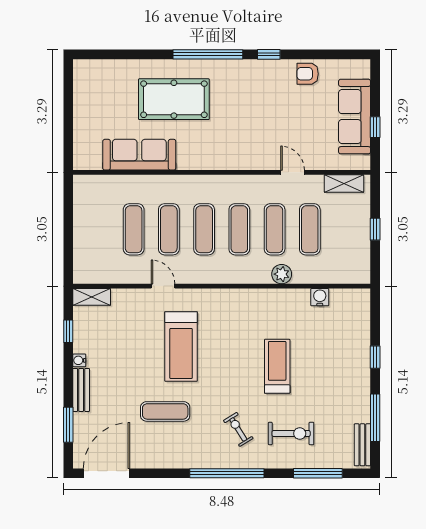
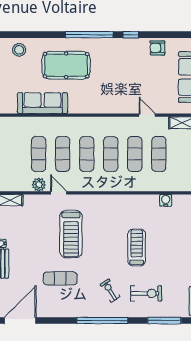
stool: (105, 77) -> (19, 50), added
plant: (282, 274) -> (39, 185), moved

